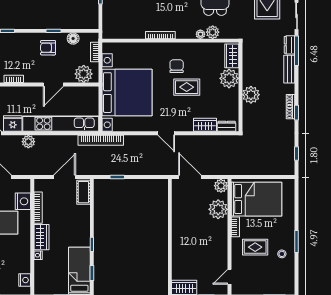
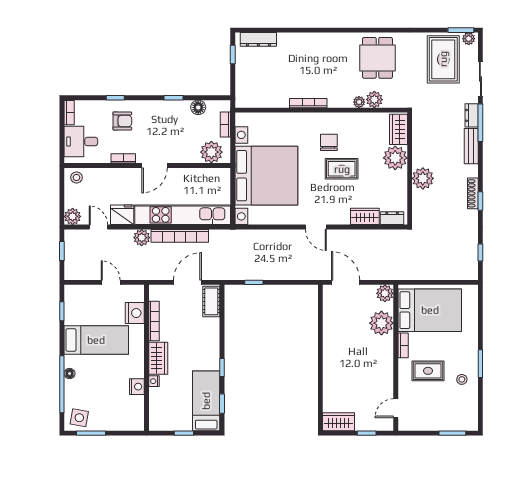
armchair: (48, 48) -> (122, 121), moved, turned 180
door: (53, 84) -> (155, 165), moved
bookcase: (101, 140) -> (180, 236), moved
nightstand: (25, 280) -> (137, 387), moved

